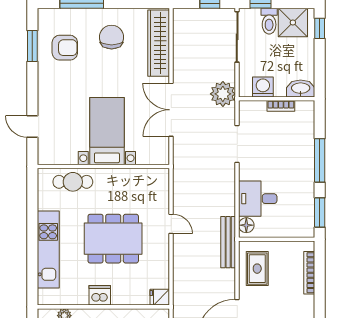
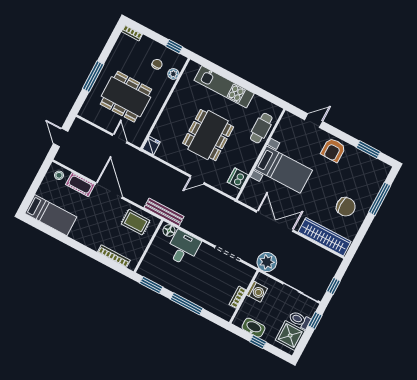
window: (320, 28) -> (258, 342), moved
armchair: (65, 48) -> (333, 150), moved
washbasin: (301, 89) -> (254, 328), moved, turned -90
dishwasher: (100, 295) -> (238, 179), moved, turned 180

